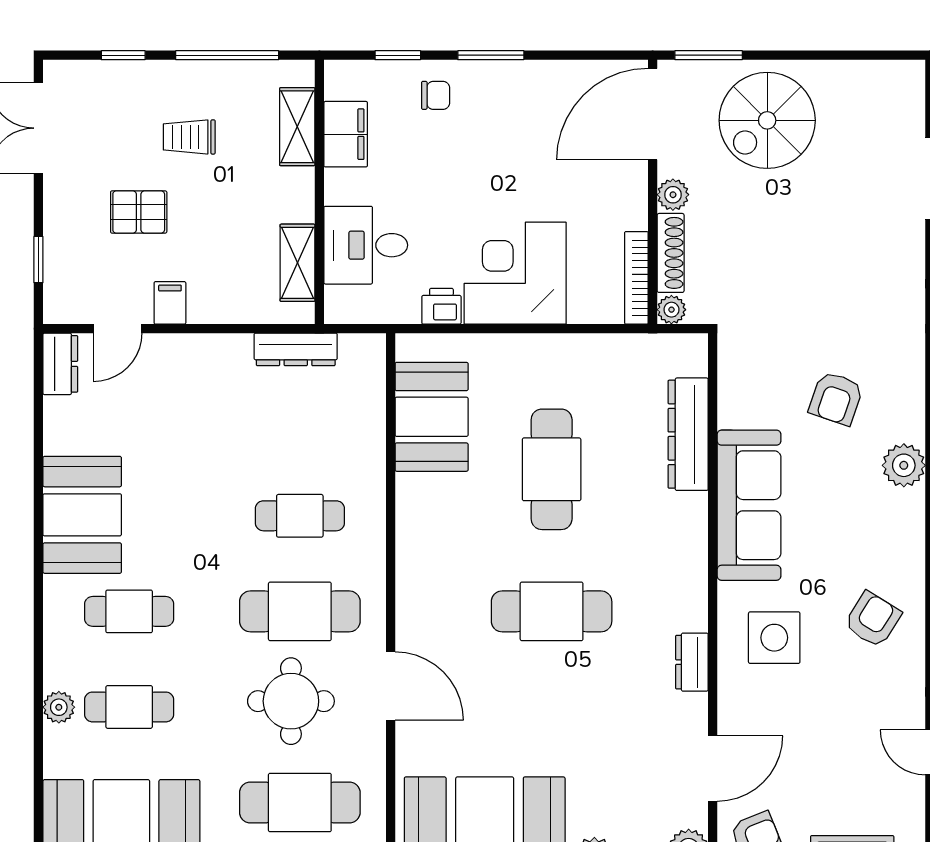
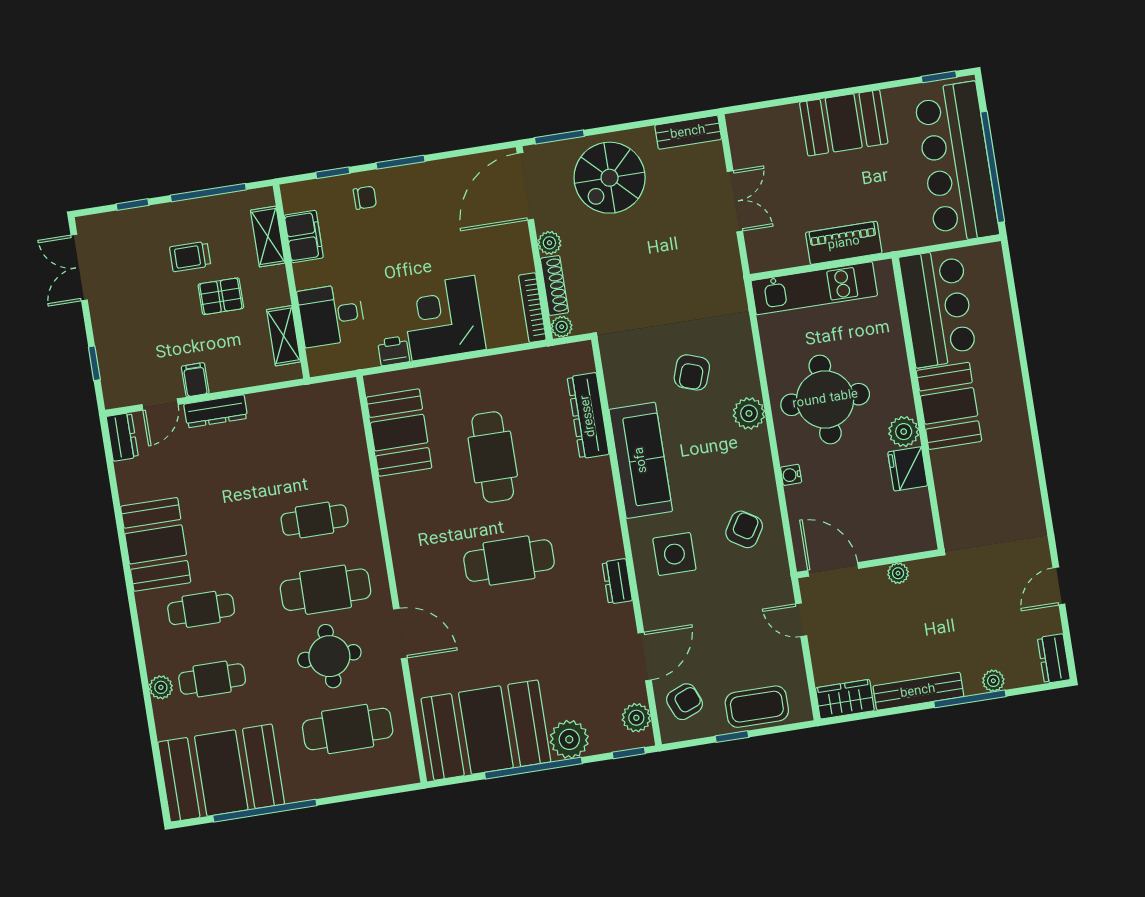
bench: (882, 76) -> (688, 132), added
pallet: (139, 212) -> (221, 296), moved
dresser: (296, 349) -> (216, 411), moved

